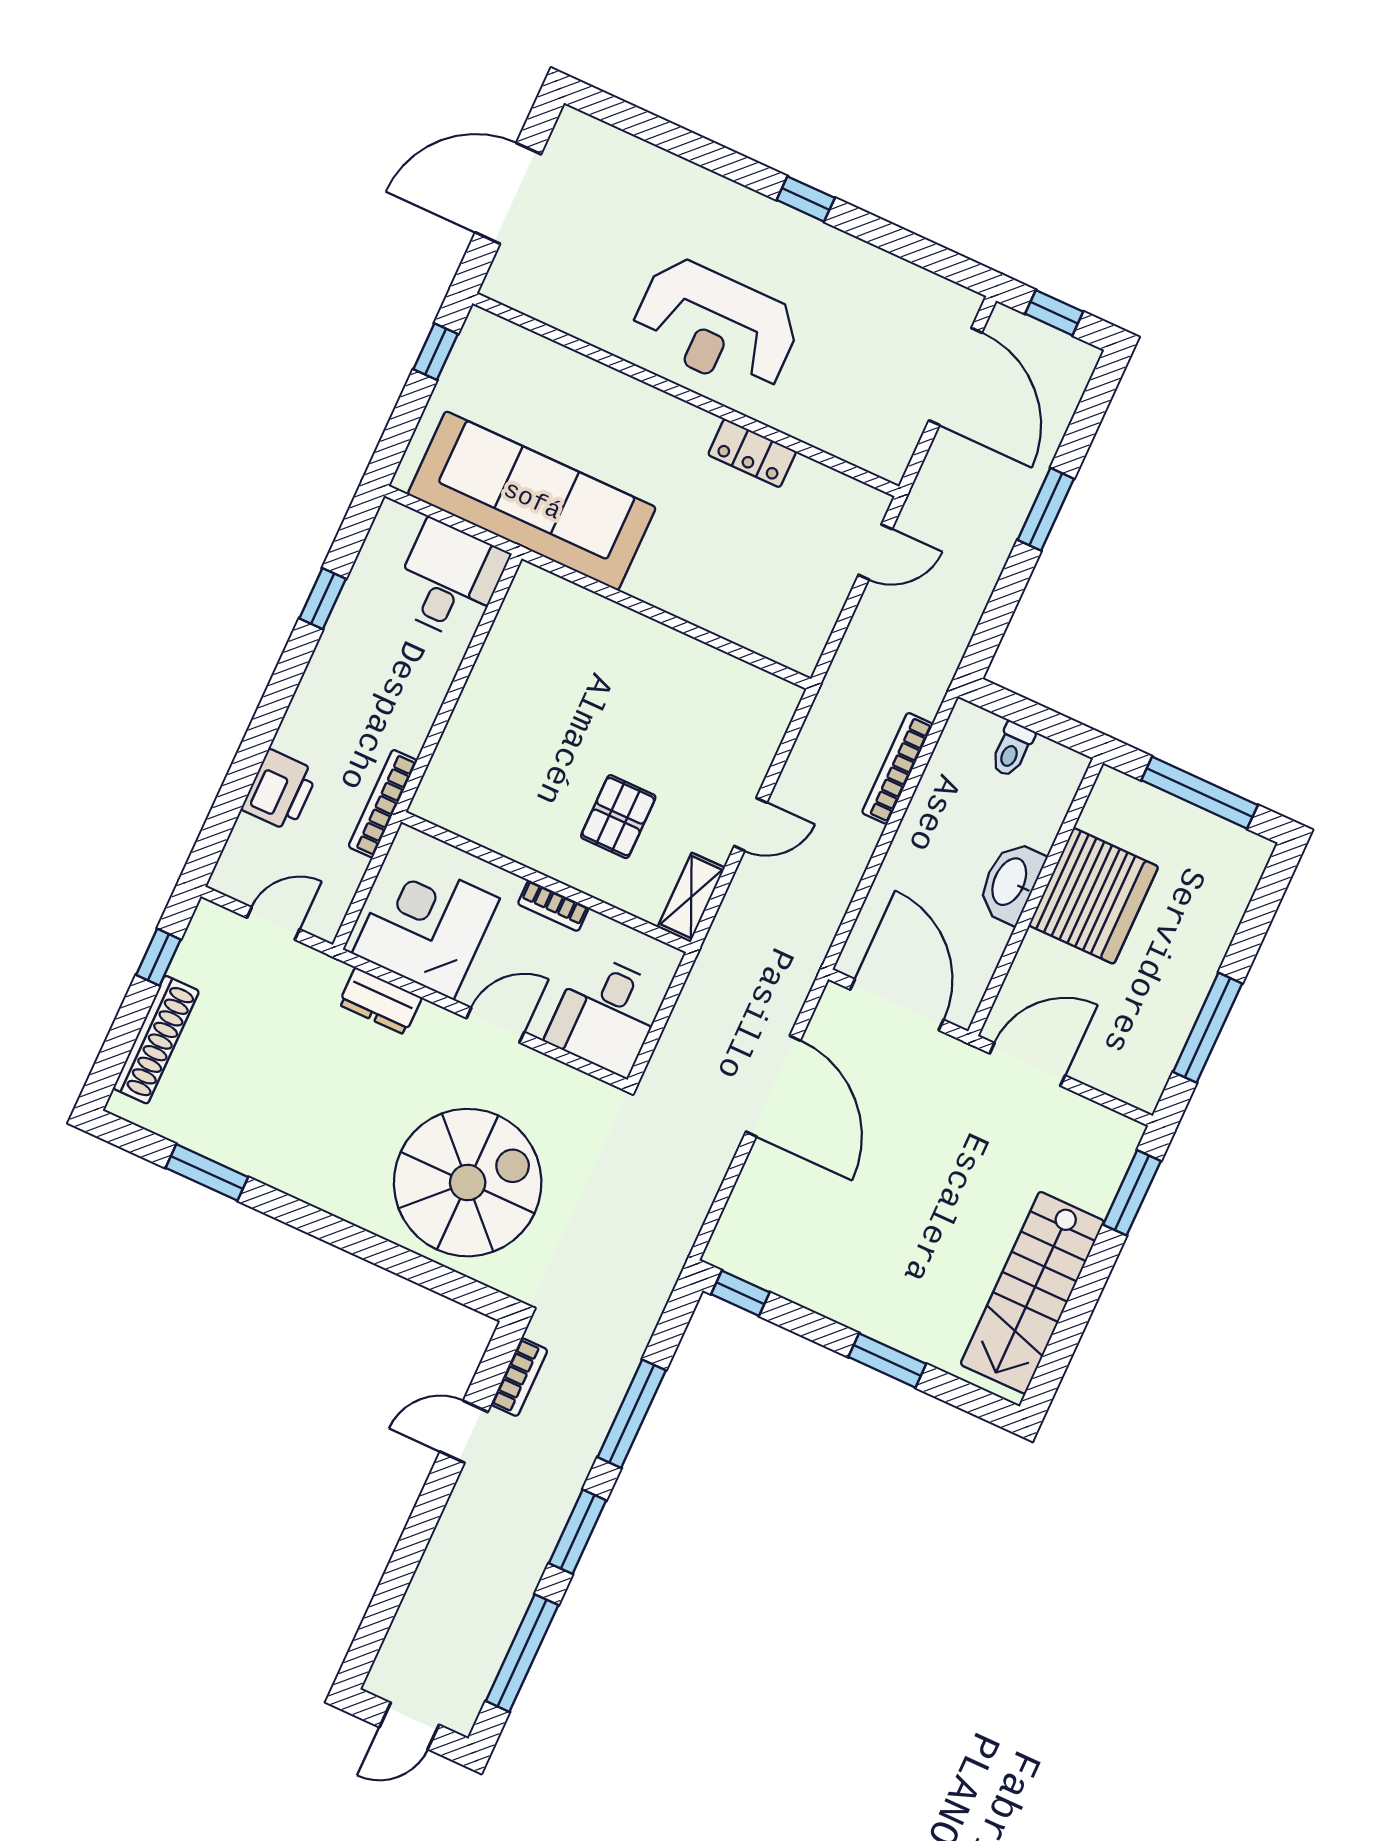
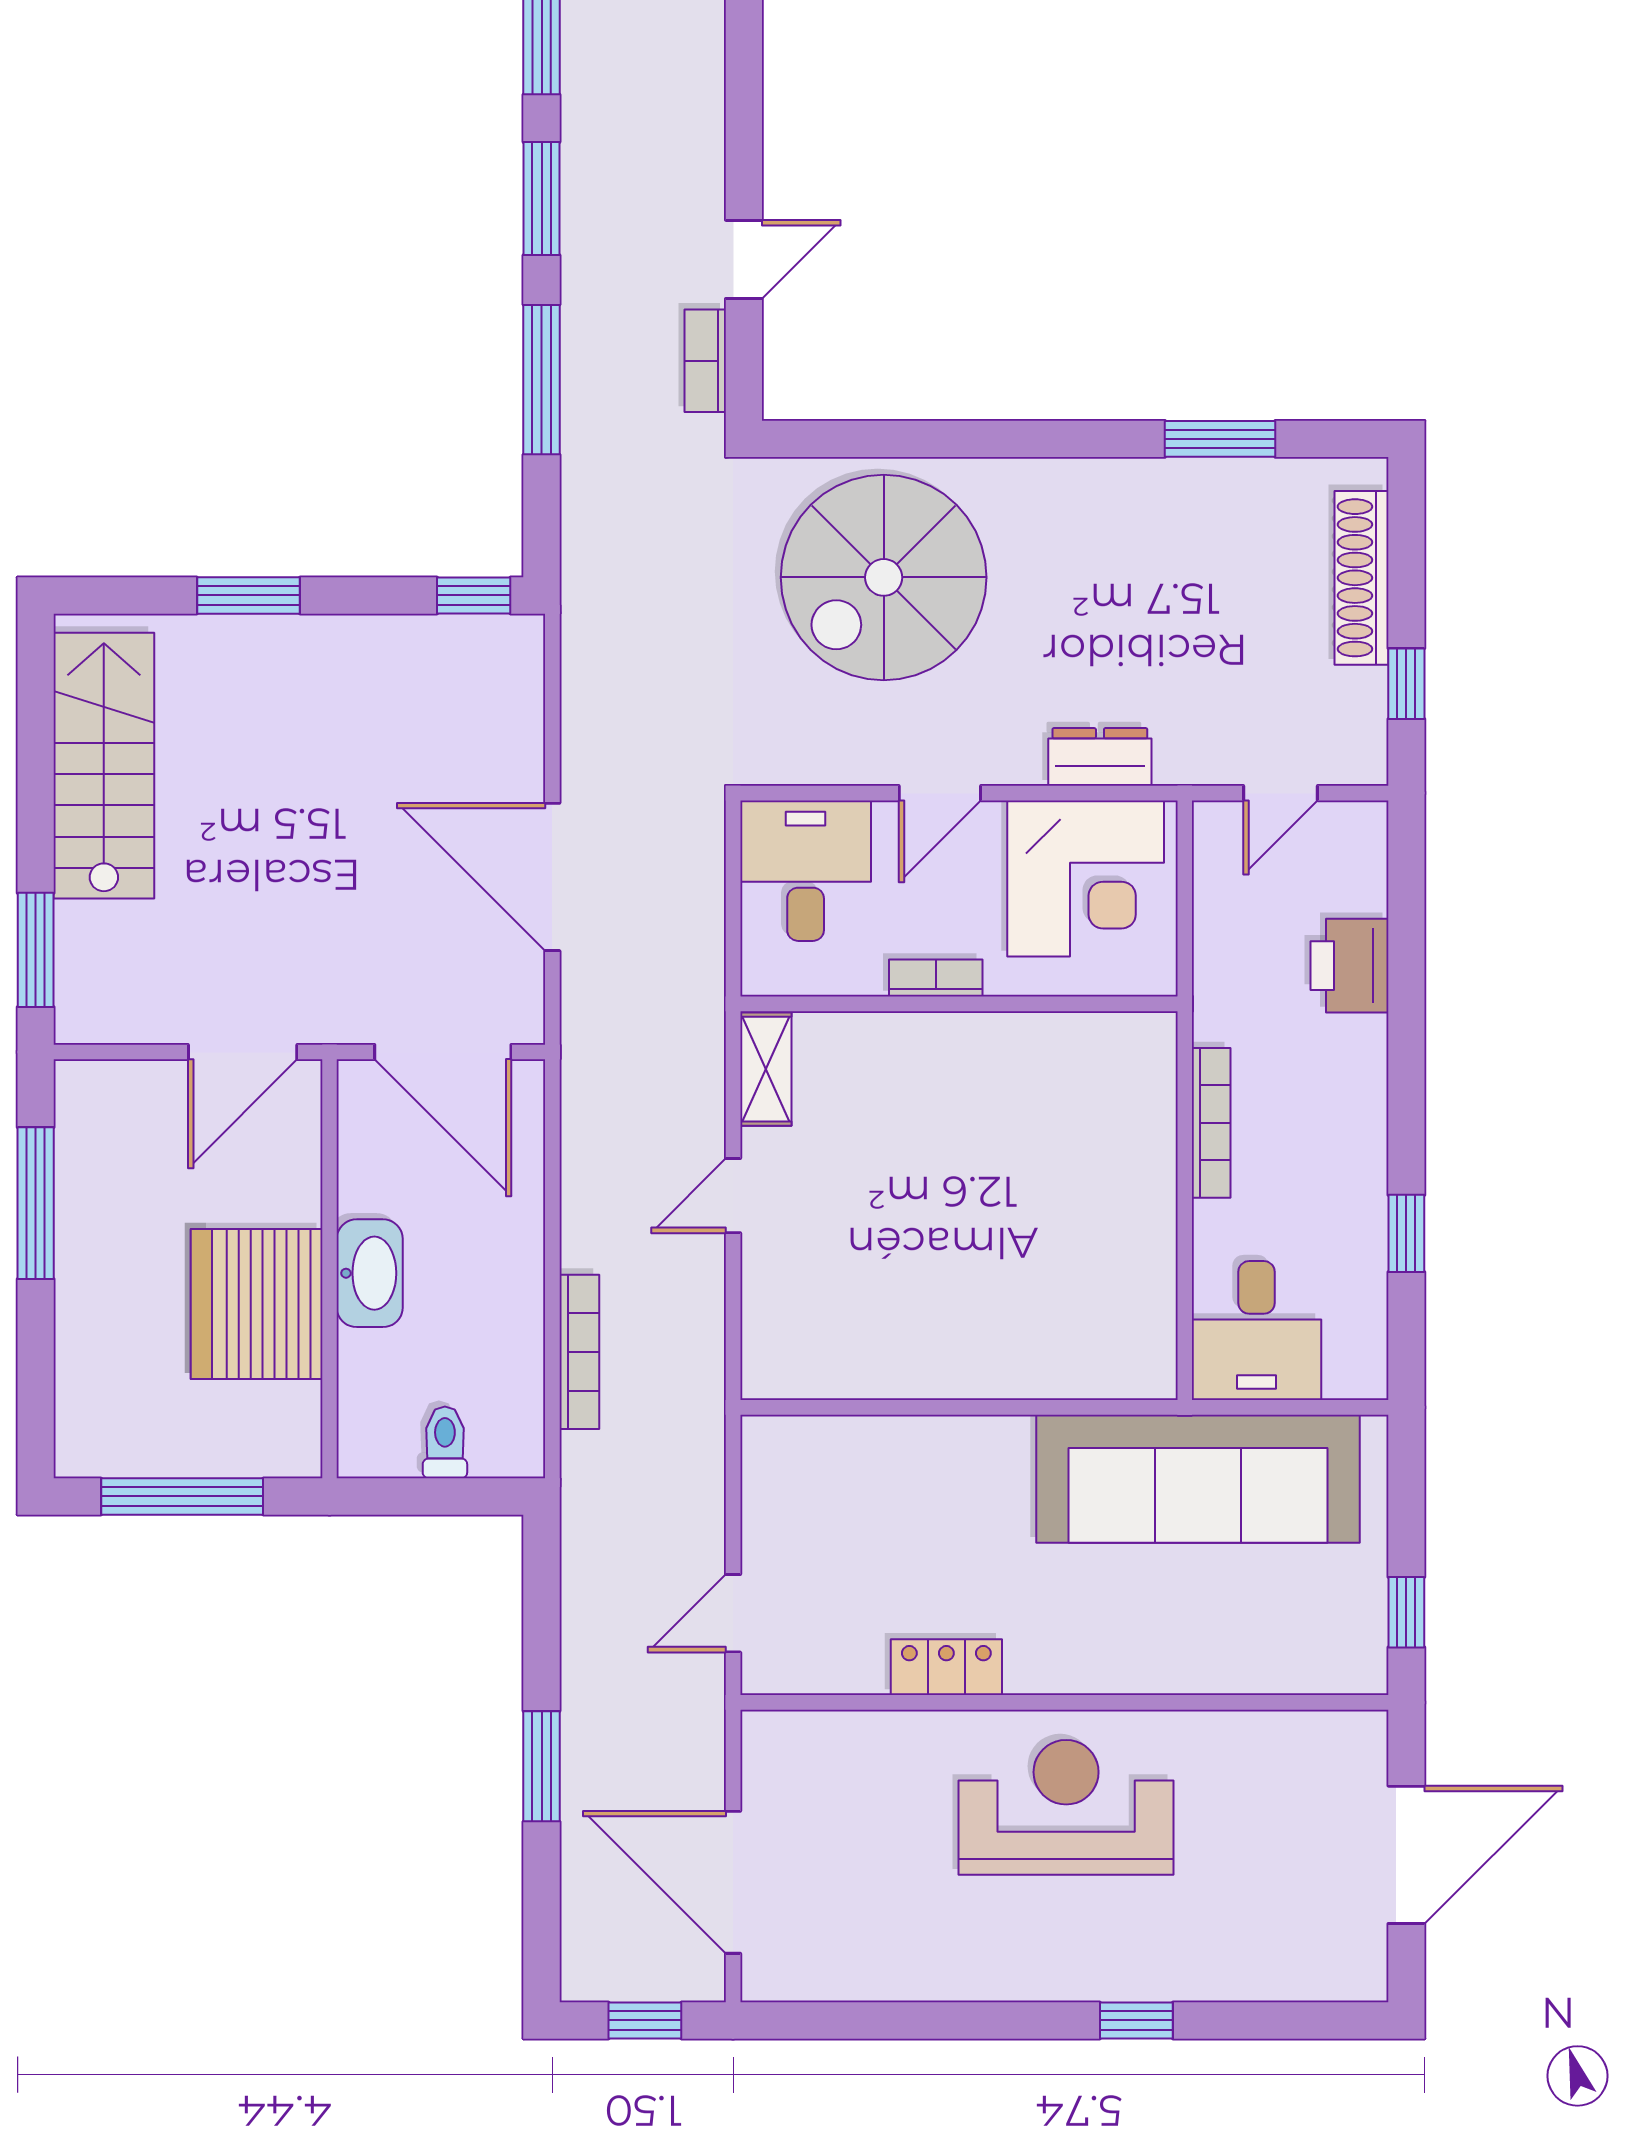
window: (806, 199) -> (1136, 2020), moved
bookcase: (383, 804) -> (1211, 1123), moved
pallet: (618, 817) -> (905, 1129), removed

